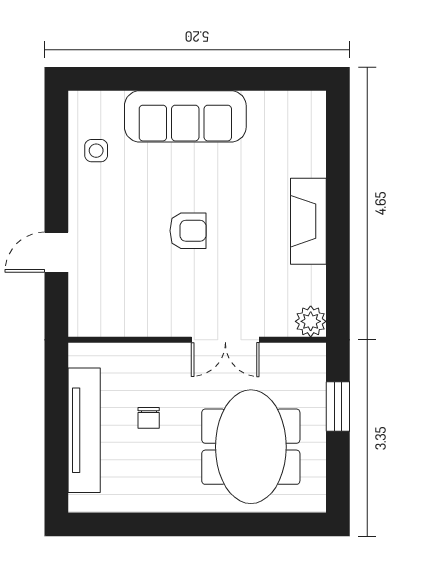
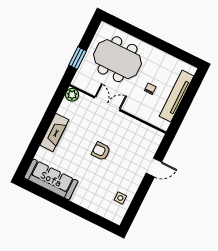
sofa: (185, 116) -> (51, 179), moved
meeting table: (251, 447) -> (117, 59), turned 90

